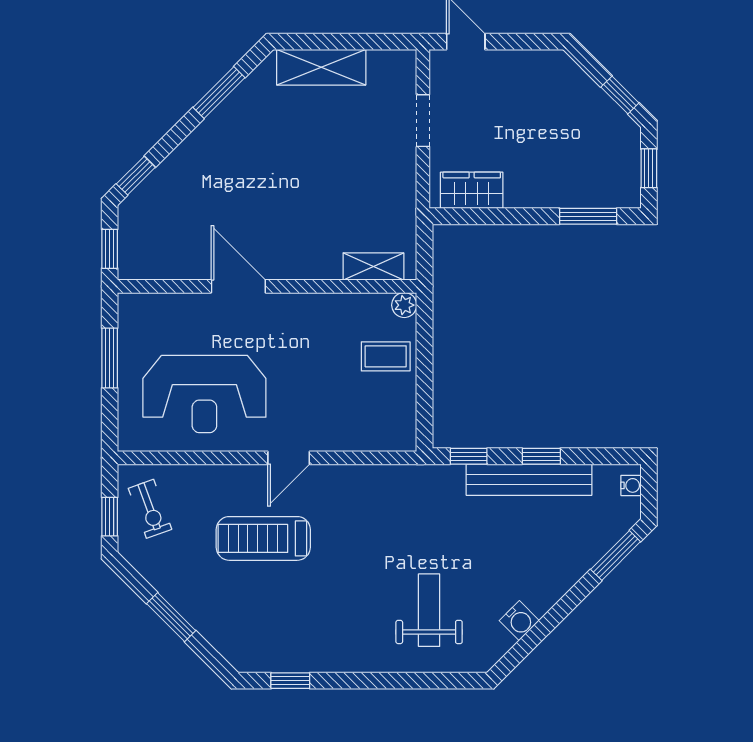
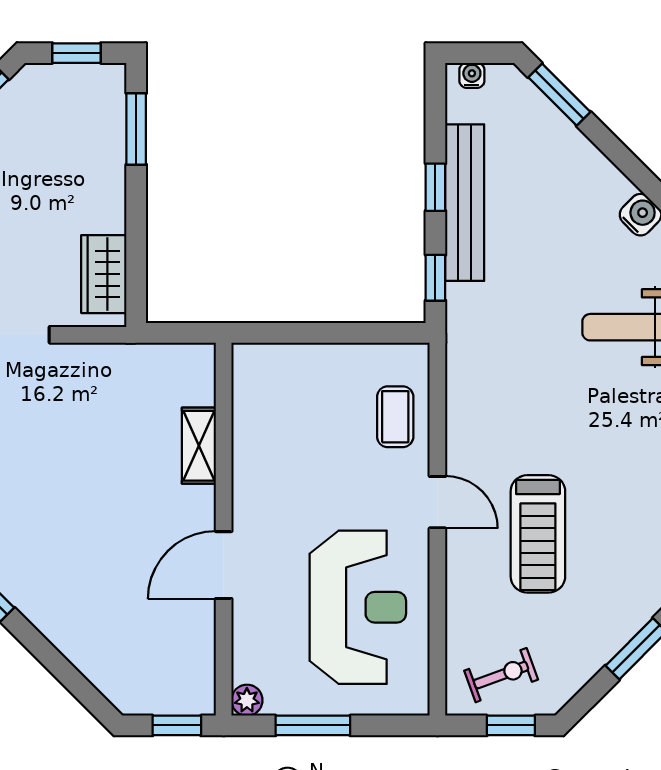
window: (136, 176) -> (86, 693), removed
shelving: (373, 266) -> (199, 446), moved
plant: (404, 305) -> (247, 700), moved
coffee table: (386, 356) -> (395, 417), moved

